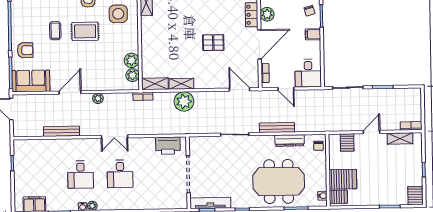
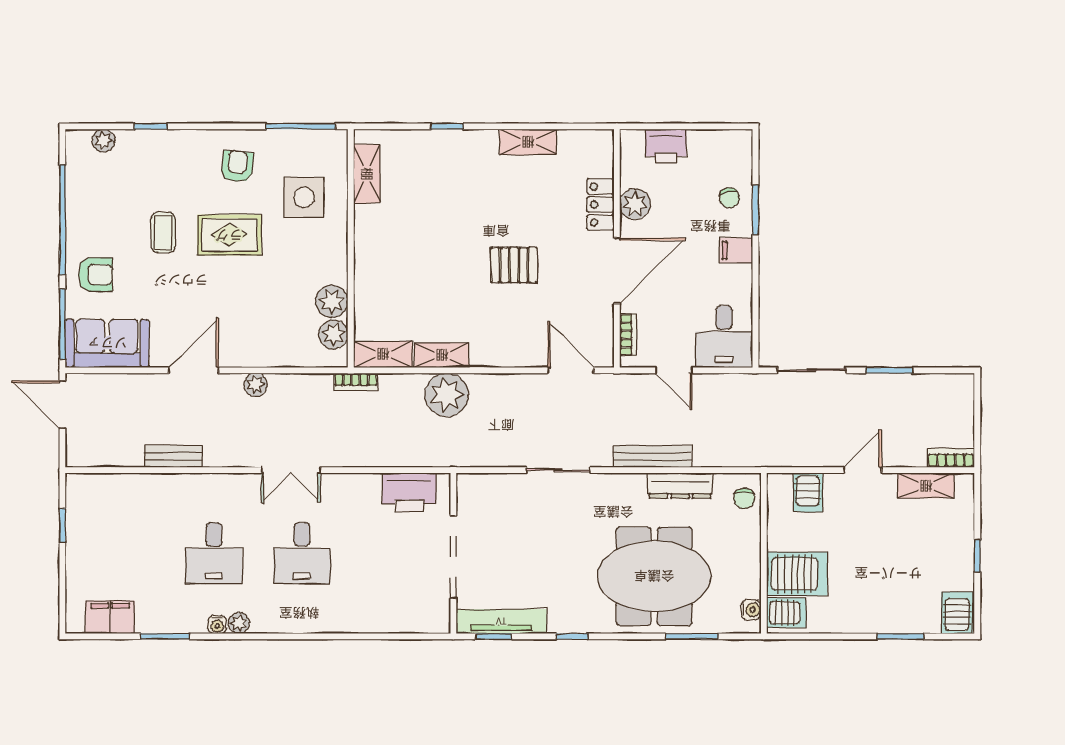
bench: (62, 131) -> (173, 456), width x0.73

